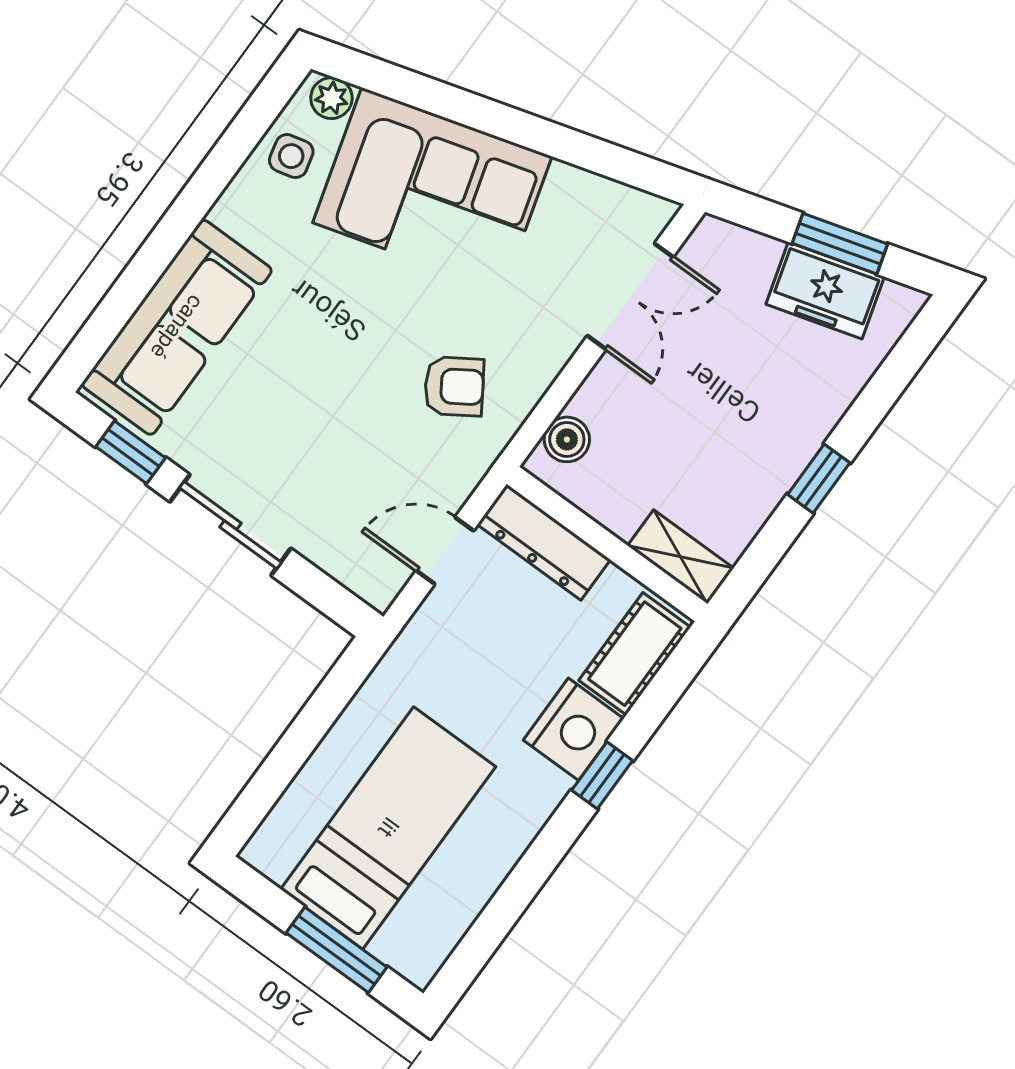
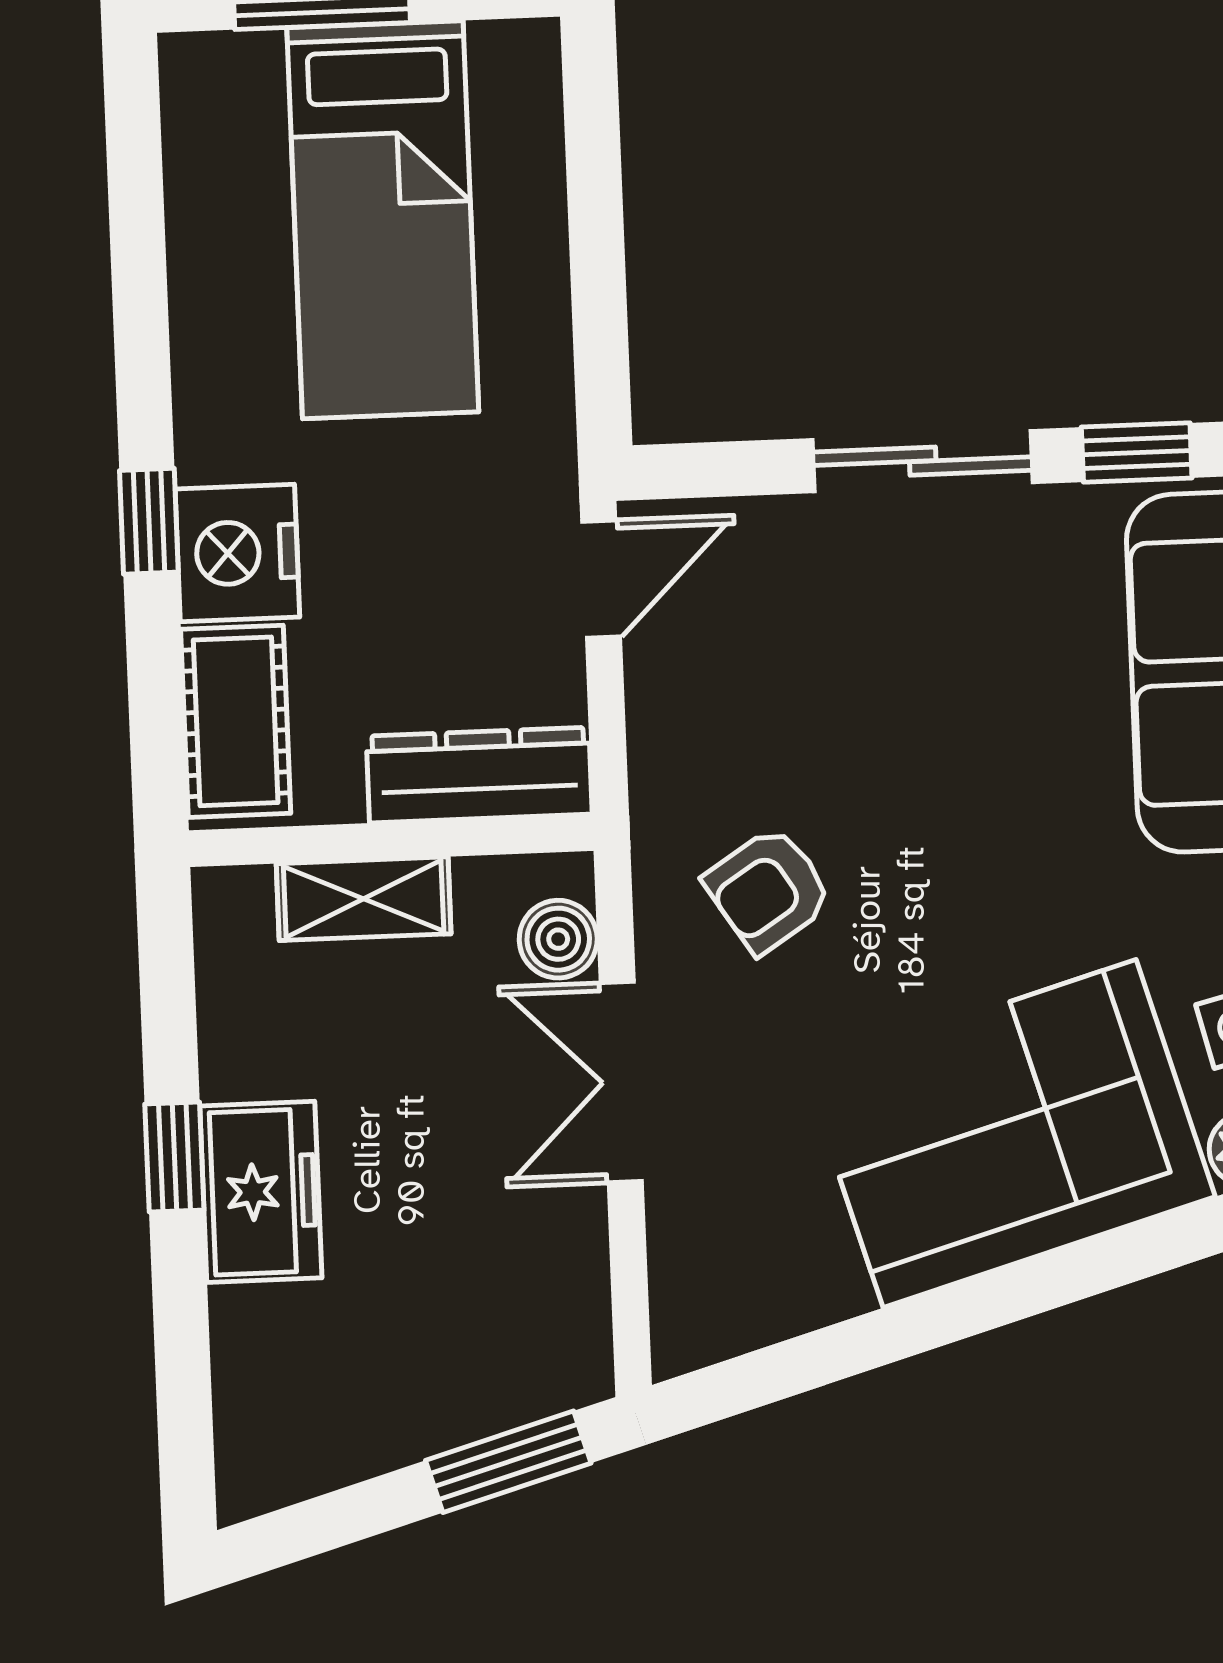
window: (840, 244) -> (508, 1462), moved
freezer: (825, 291) -> (261, 1192), moved, turned 106
double door: (630, 296) -> (621, 1082), moved
door: (445, 551) -> (601, 579), moved
shelving: (681, 557) -> (364, 899), moved

